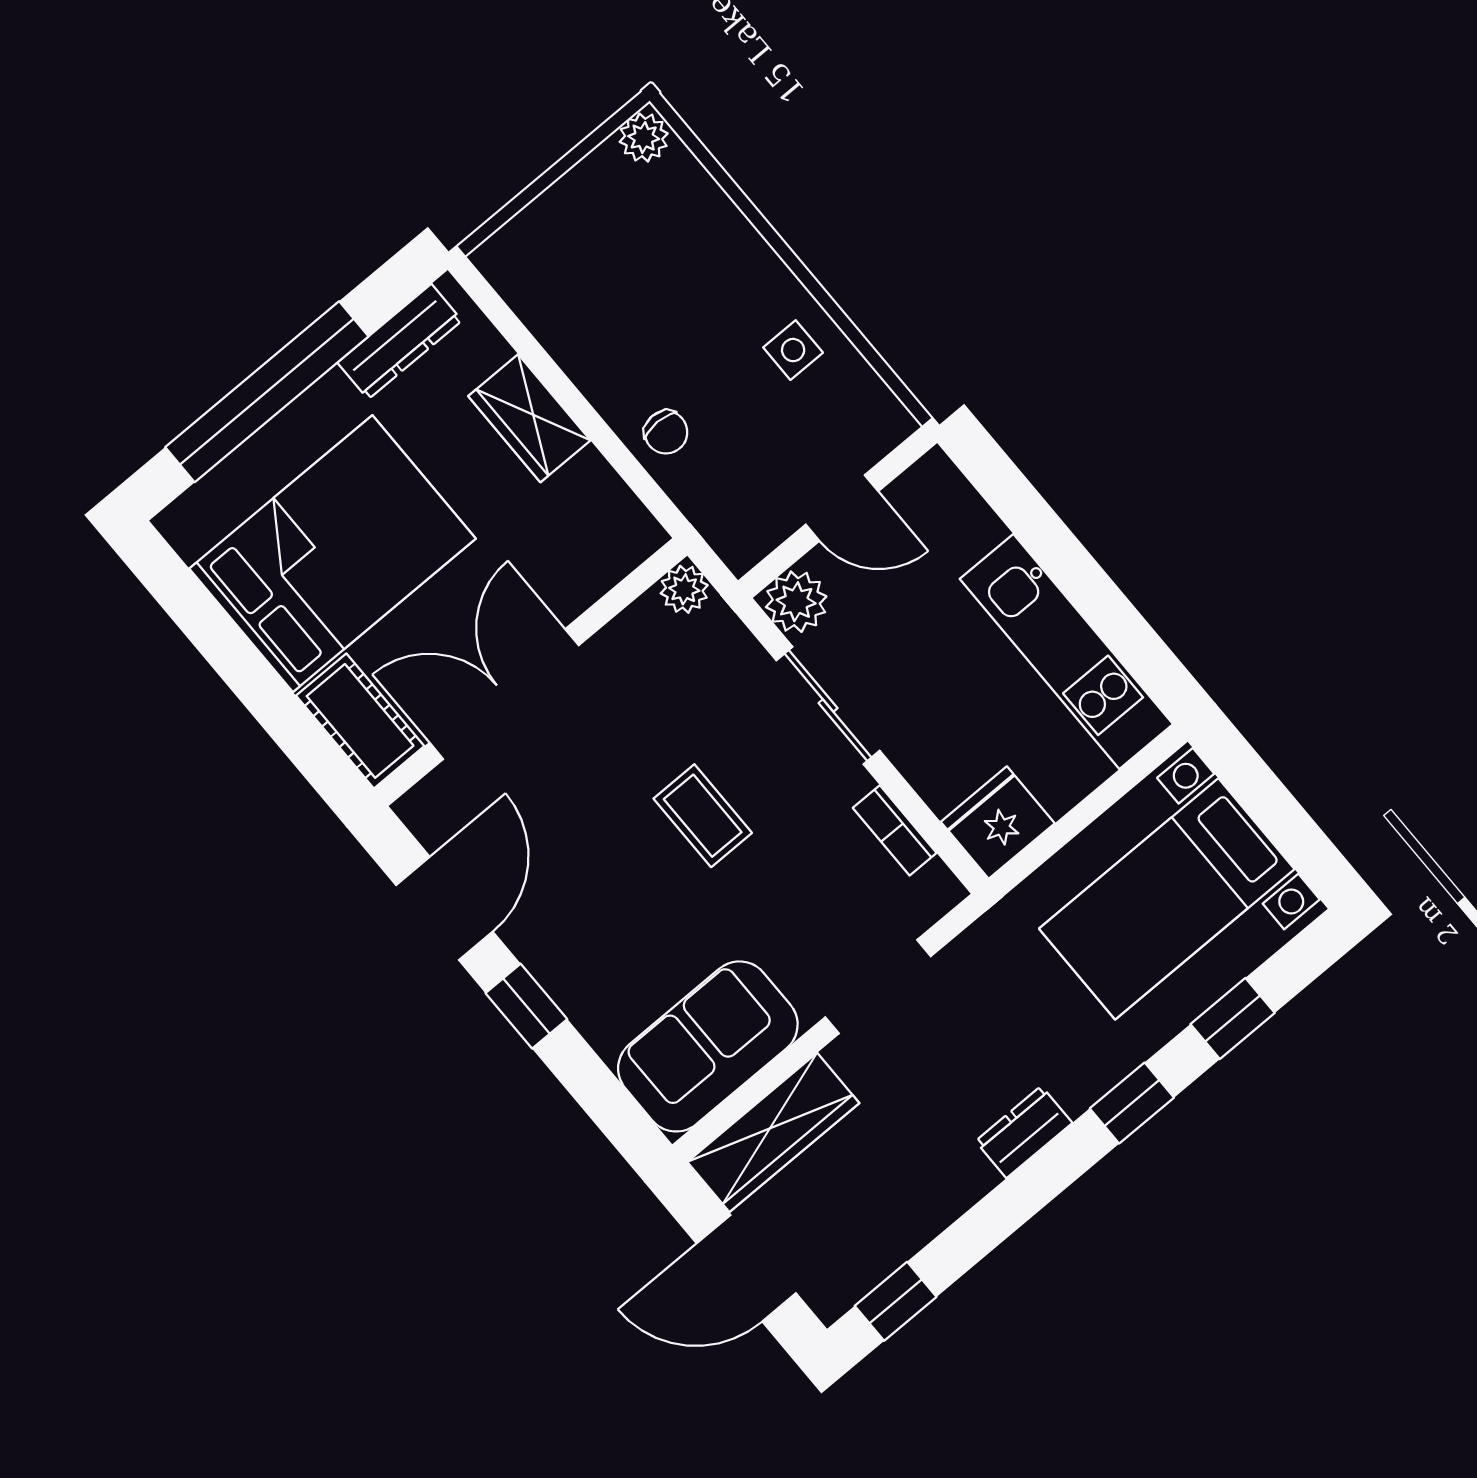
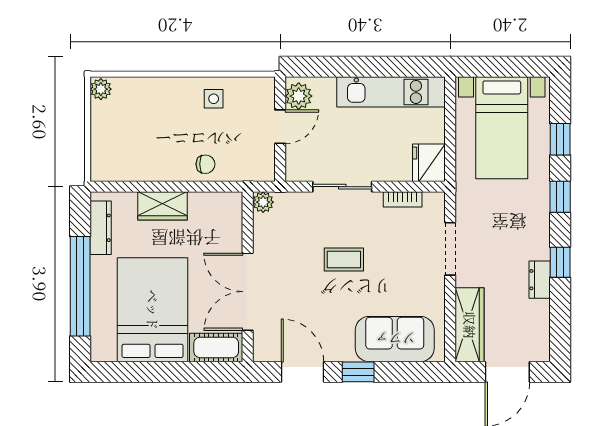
plant: (796, 602) -> (299, 96), moved
sofa: (708, 1046) -> (395, 339), moved, turned 90
dresser: (1024, 1132) -> (540, 280), moved
window: (896, 1301) -> (560, 262), moved

